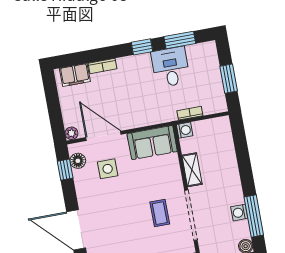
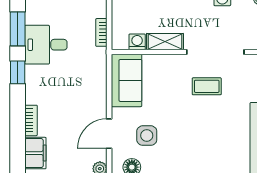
washing machine: (185, 130) -> (137, 42), moved
door: (103, 136) -> (109, 134), width x0.73

